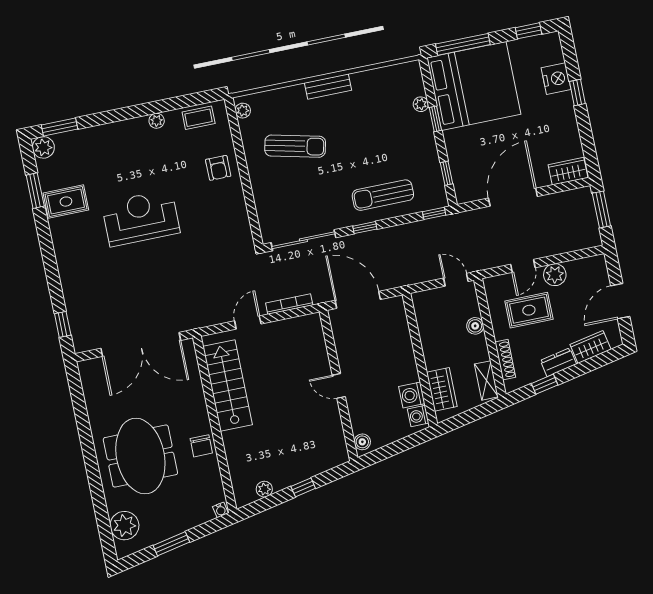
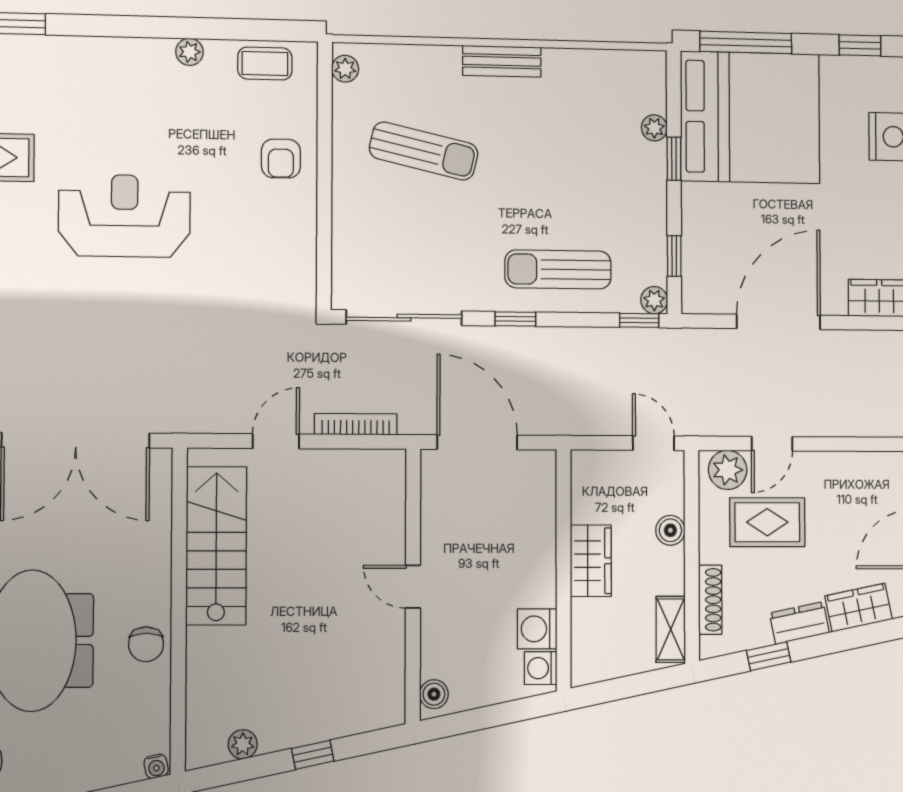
plant: (440, 200) -> (654, 300), added
plant: (555, 275) -> (728, 470), moved
wardrobe: (442, 389) -> (591, 561), moved

